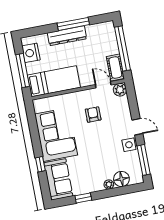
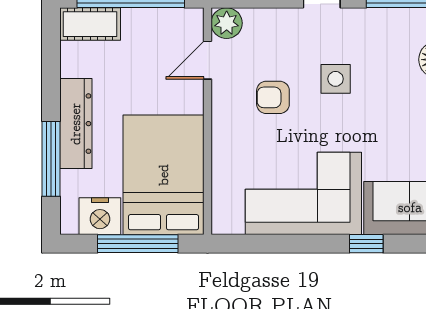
window: (73, 24) -> (51, 159), moved
cot: (115, 67) -> (90, 24), moved
bed: (54, 81) -> (164, 175), width x1.50
side table: (129, 145) -> (336, 79), moved

